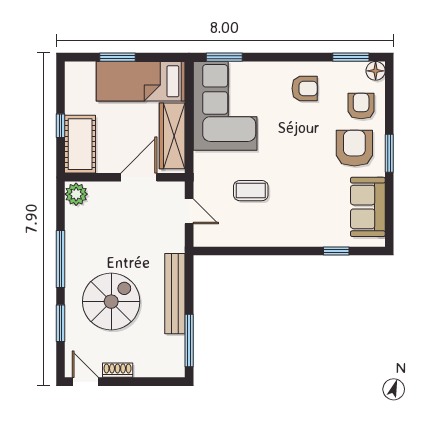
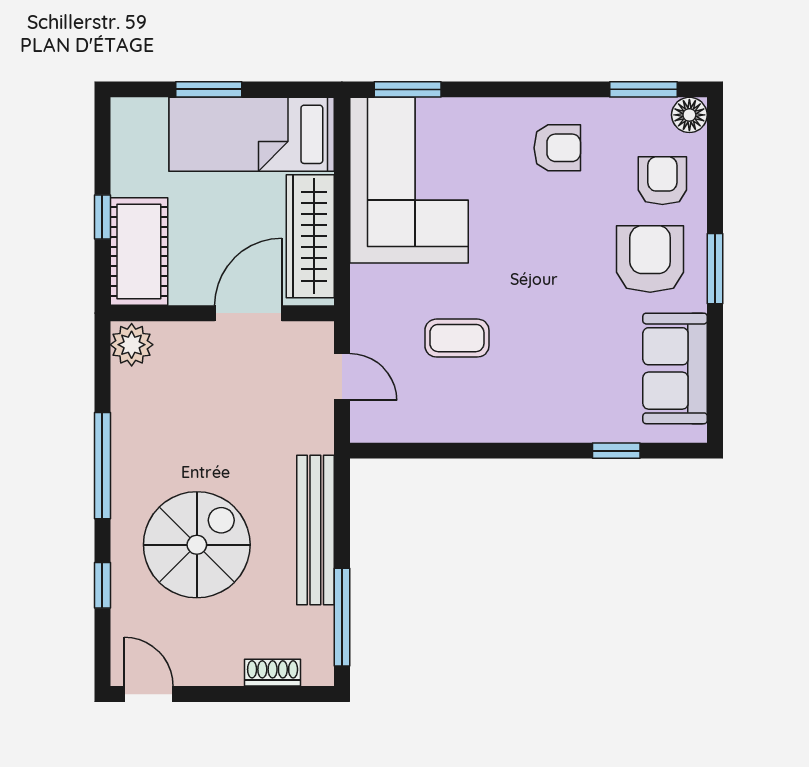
window: (60, 323) -> (102, 585), width x0.67
shoe rack: (118, 370) -> (273, 673), moved

